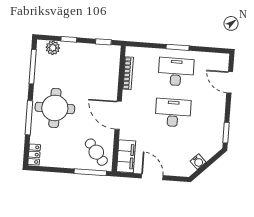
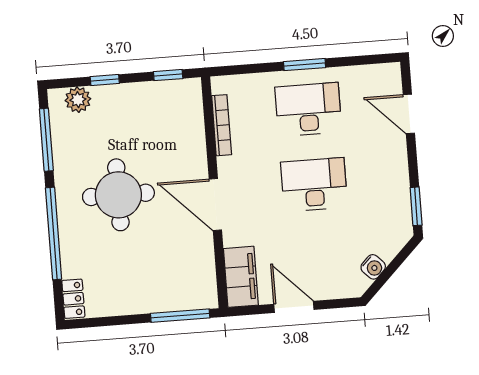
round table: (55, 108) -> (118, 195), moved
window: (29, 118) -> (54, 233), width x1.46
cafe table: (96, 152) -> (186, 277), removed

